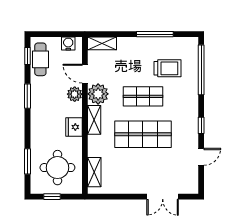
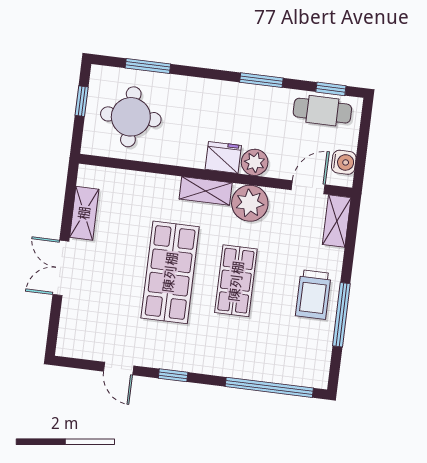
trolley: (168, 68) -> (313, 295), moved
door: (85, 74) -> (308, 187), moved
fridge: (74, 127) -> (223, 157), moved
shelving: (94, 172) -> (84, 213), moved, turned 90
double door: (163, 197) -> (61, 268), moved

